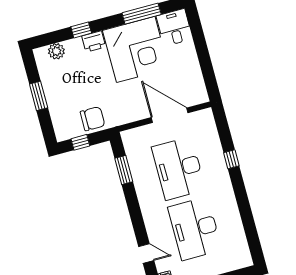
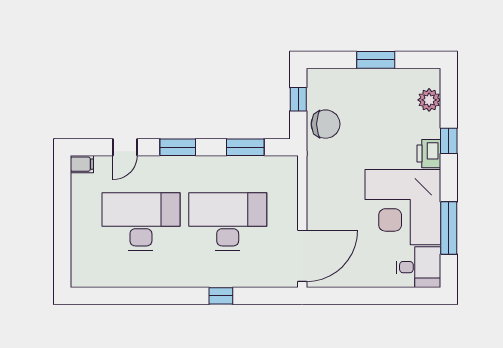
door: (170, 115) -> (302, 256), moved
chair: (93, 119) -> (326, 124), turned -90
window: (136, 217) -> (178, 147), added

